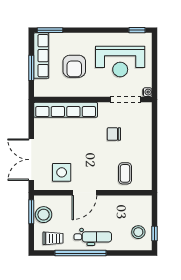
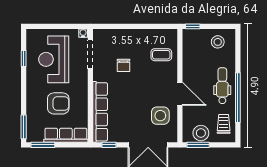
window: (137, 30) -> (24, 58), moved
row of seats: (41, 56) -> (66, 135), moved
reception desk: (120, 61) -> (54, 59), turned 180
window: (31, 68) -> (43, 145), moved
window: (31, 119) -> (109, 145), added
window: (155, 233) -> (193, 26), moved

